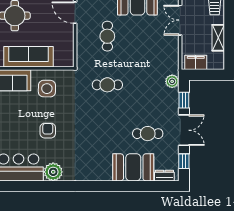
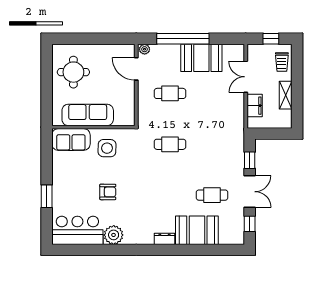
cafe table: (107, 36) -> (170, 93), turned 90
filing cabinet: (196, 62) -> (255, 106), moved, turned 90
plant: (172, 81) -> (237, 141), removed
armchair: (48, 131) -> (108, 192), turned 90
dresser: (164, 176) -> (164, 239), moved

